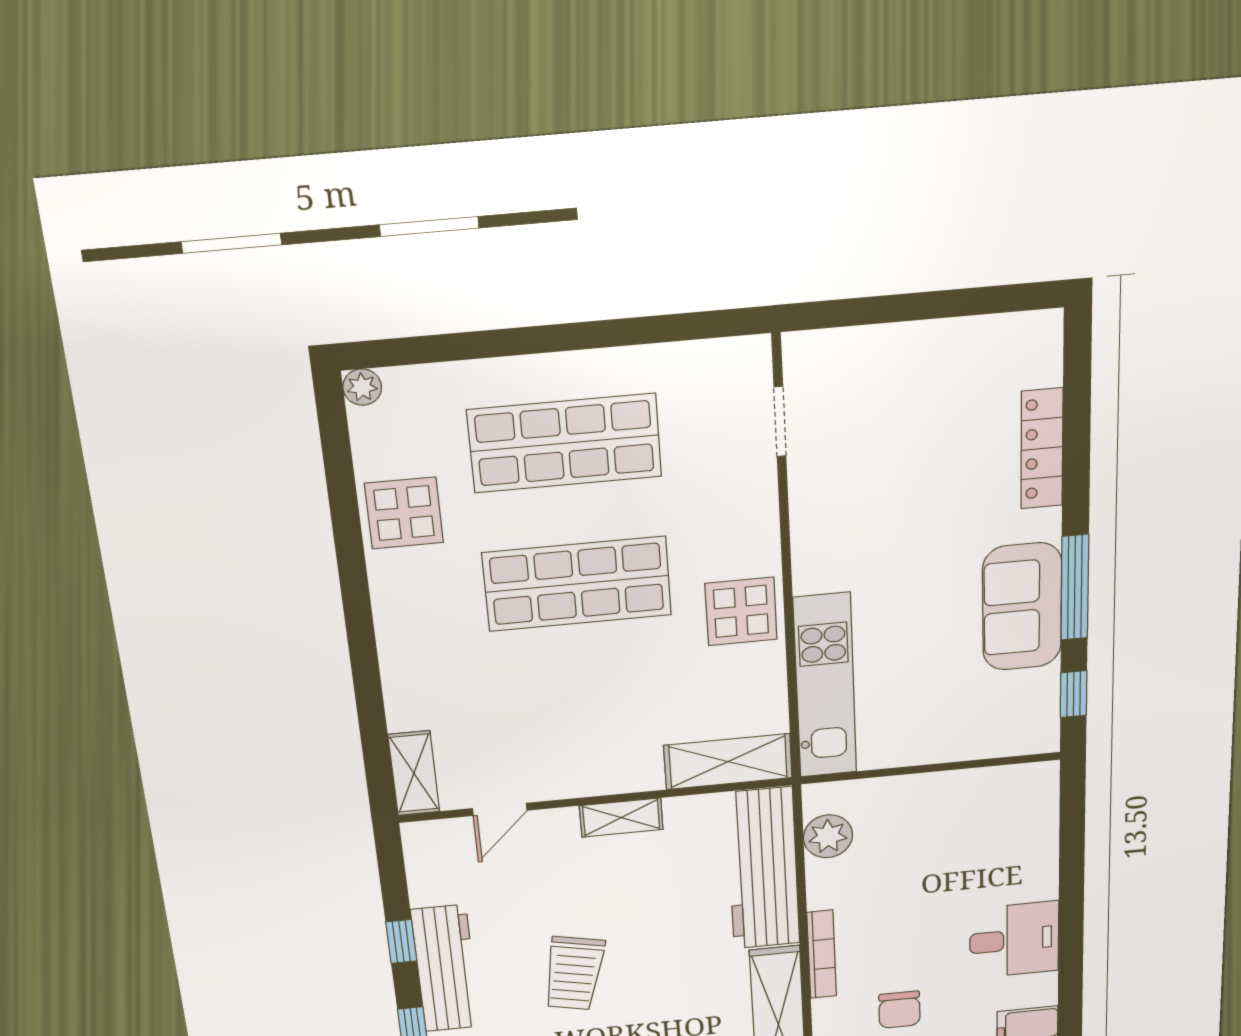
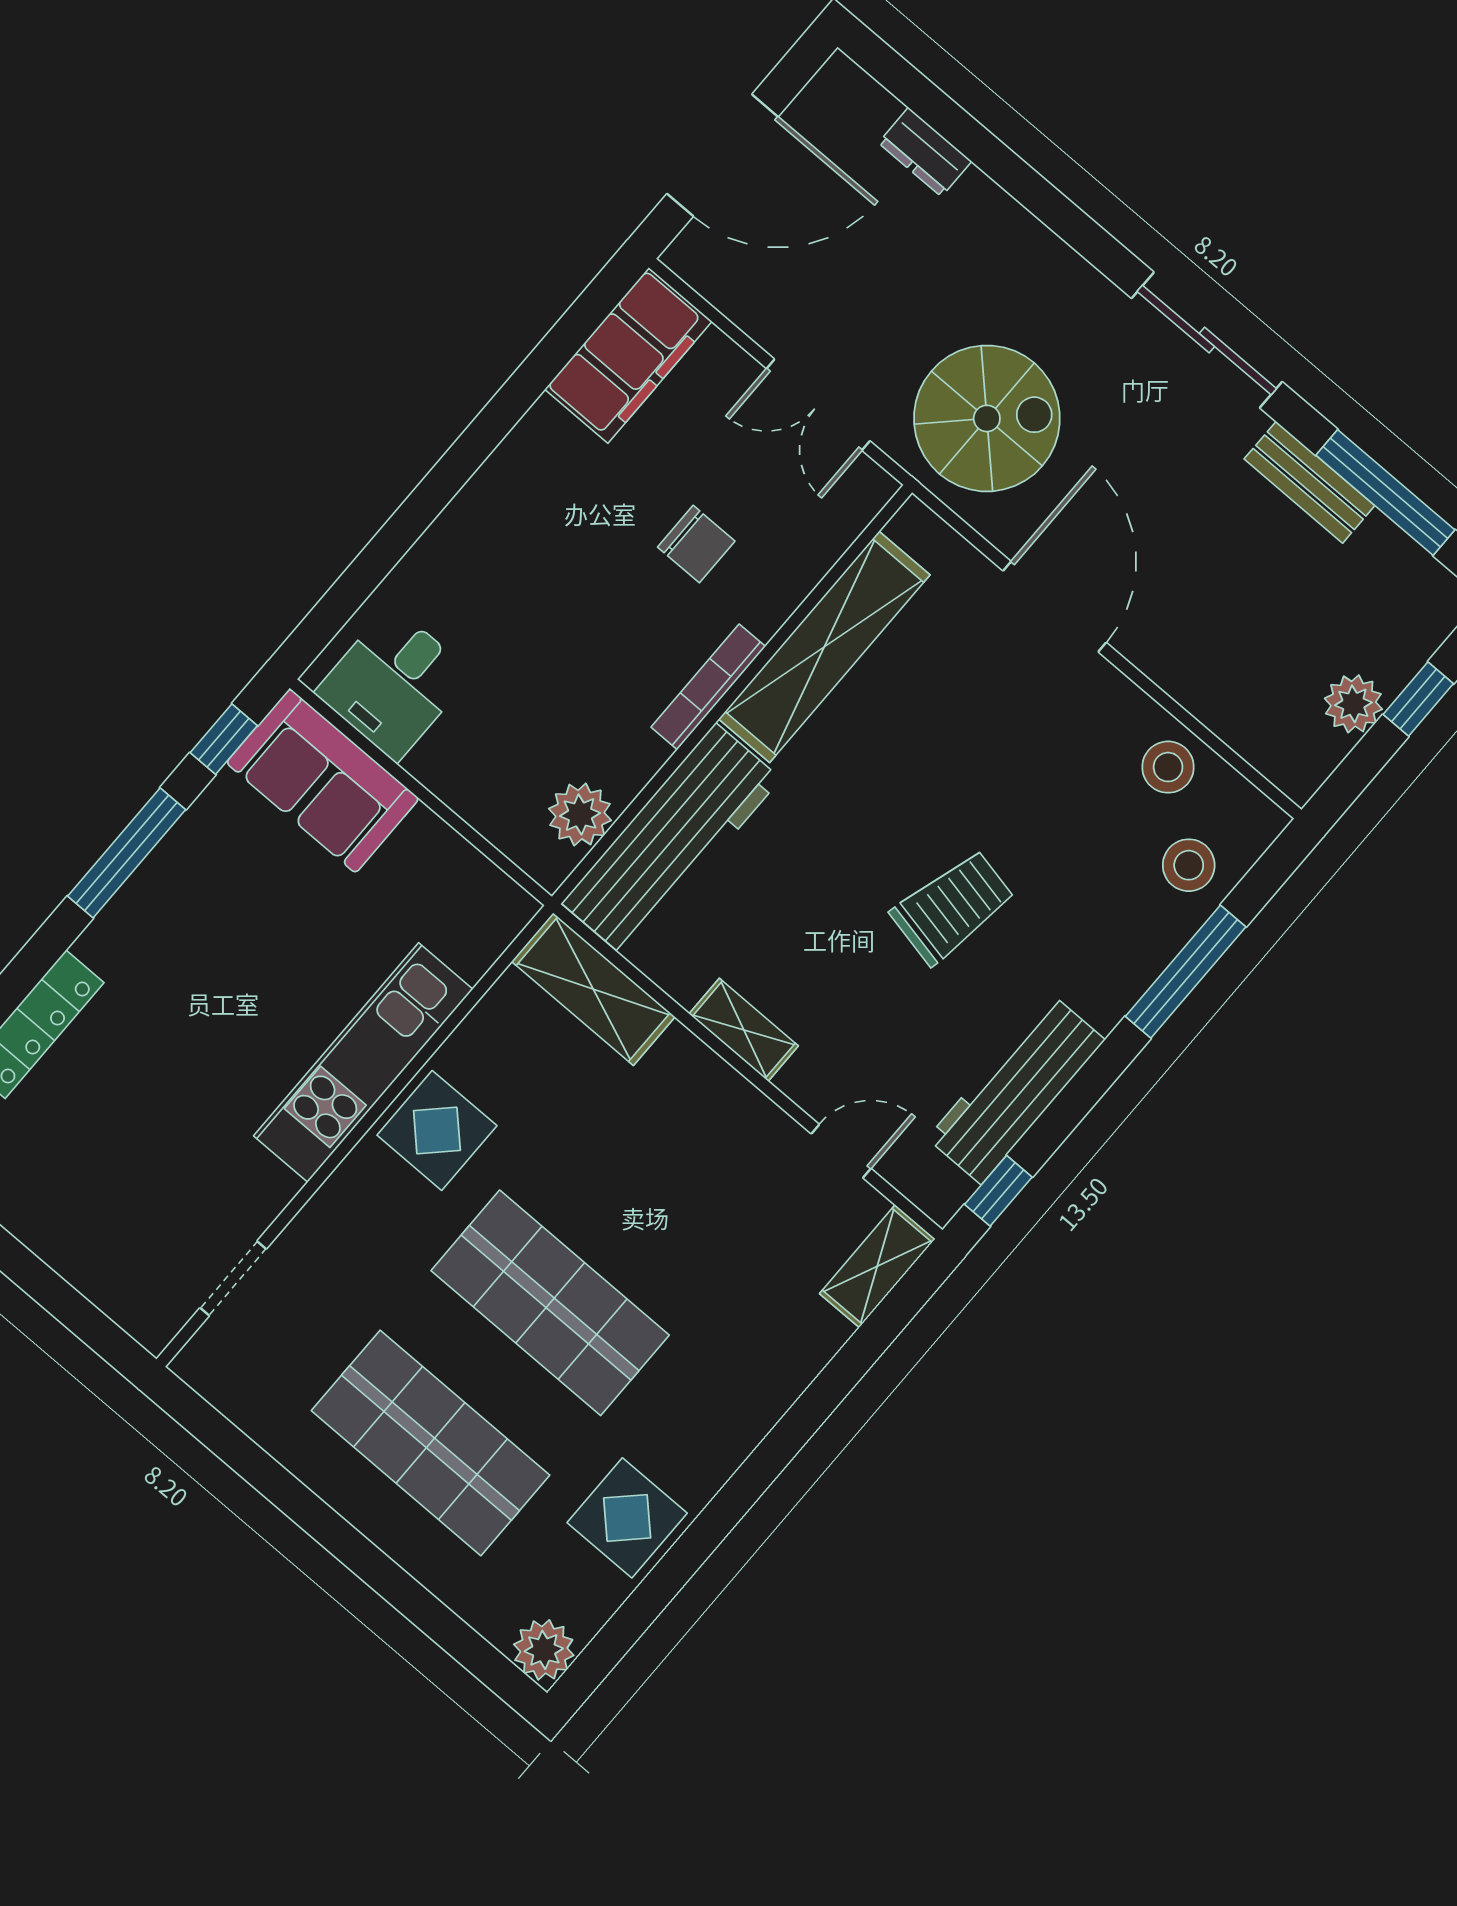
plant: (362, 387) -> (544, 1650), width x1.38, depth x1.38
sofa: (1022, 607) -> (323, 781), moved, turned 90
kitchen unit: (825, 686) -> (363, 1062), moved
desk: (1014, 940) -> (394, 683), moved, turned -90
window: (401, 941) -> (998, 1191), moved
workbench: (446, 968) -> (1016, 1089), moved
chair: (899, 1010) -> (696, 544), turned 90

